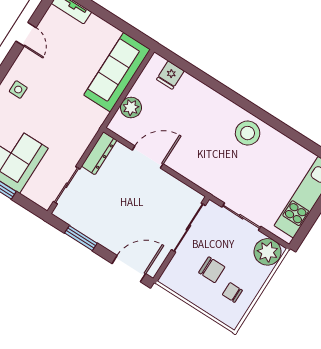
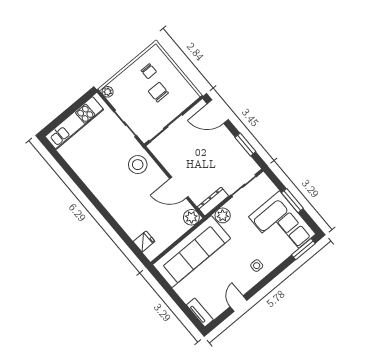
sofa: (117, 72) -> (192, 252), width x1.36, depth x1.27
plant: (131, 108) -> (191, 217), moved
stool: (248, 133) -> (138, 165), moved
plant: (81, 139) -> (223, 215), added
plant: (268, 252) -> (108, 92), width x0.53, depth x0.53

